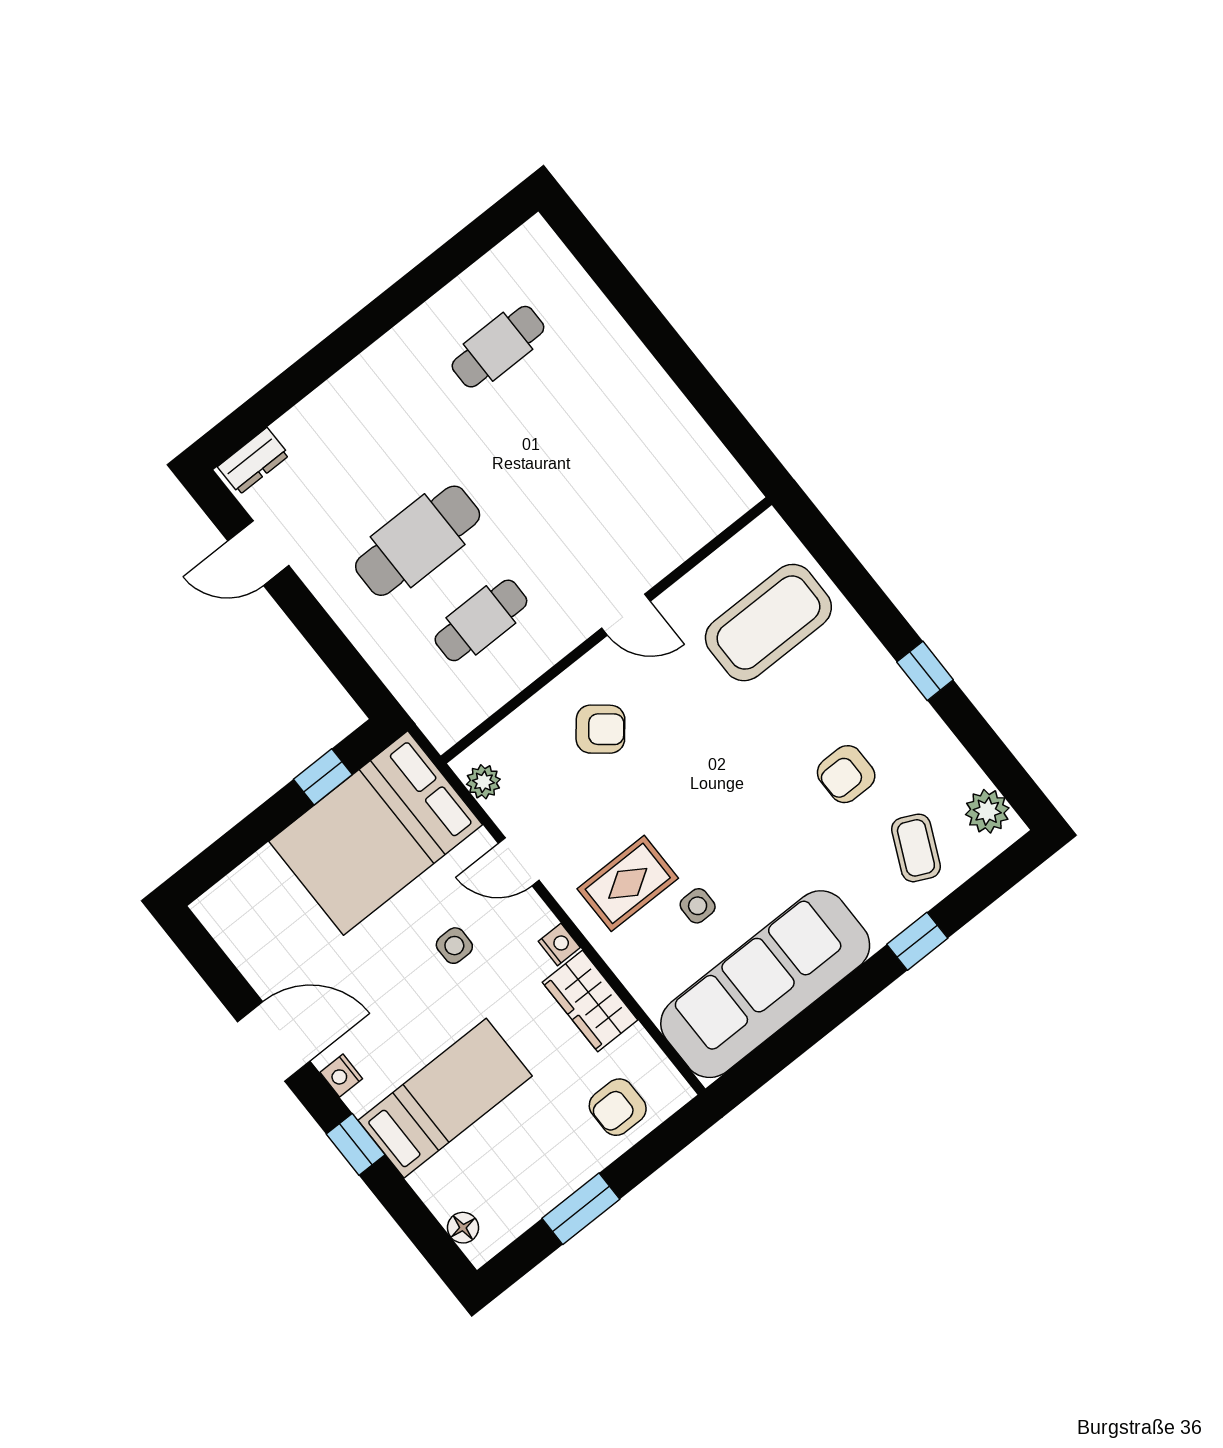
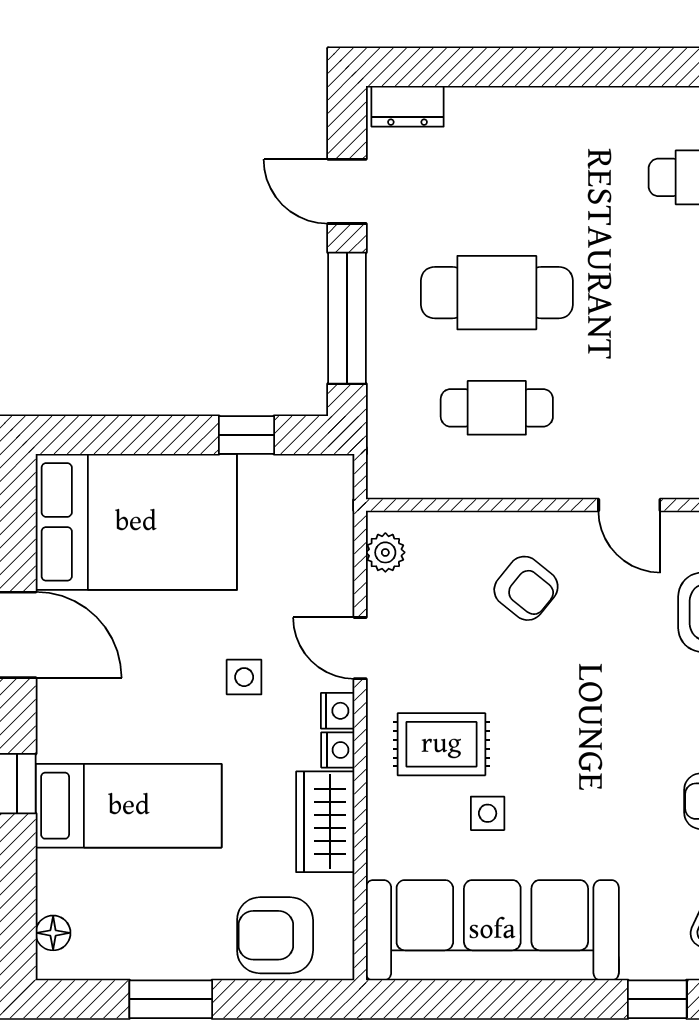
window: (328, 641) -> (347, 318), added
bed: (376, 833) -> (136, 522), moved, turned 180
nightstand: (341, 1075) -> (338, 711), moved, turned 180
armchair: (618, 1107) -> (275, 935), width x1.38, depth x1.38

